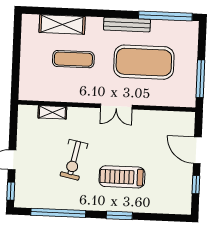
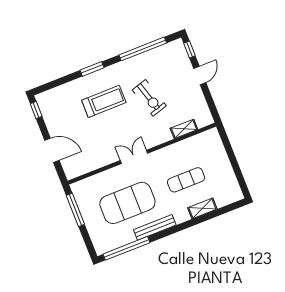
shelving: (62, 24) -> (202, 208), width x0.67, depth x0.75
exercise bike: (74, 160) -> (149, 98), turned 151
window: (196, 185) -> (36, 110), moved

